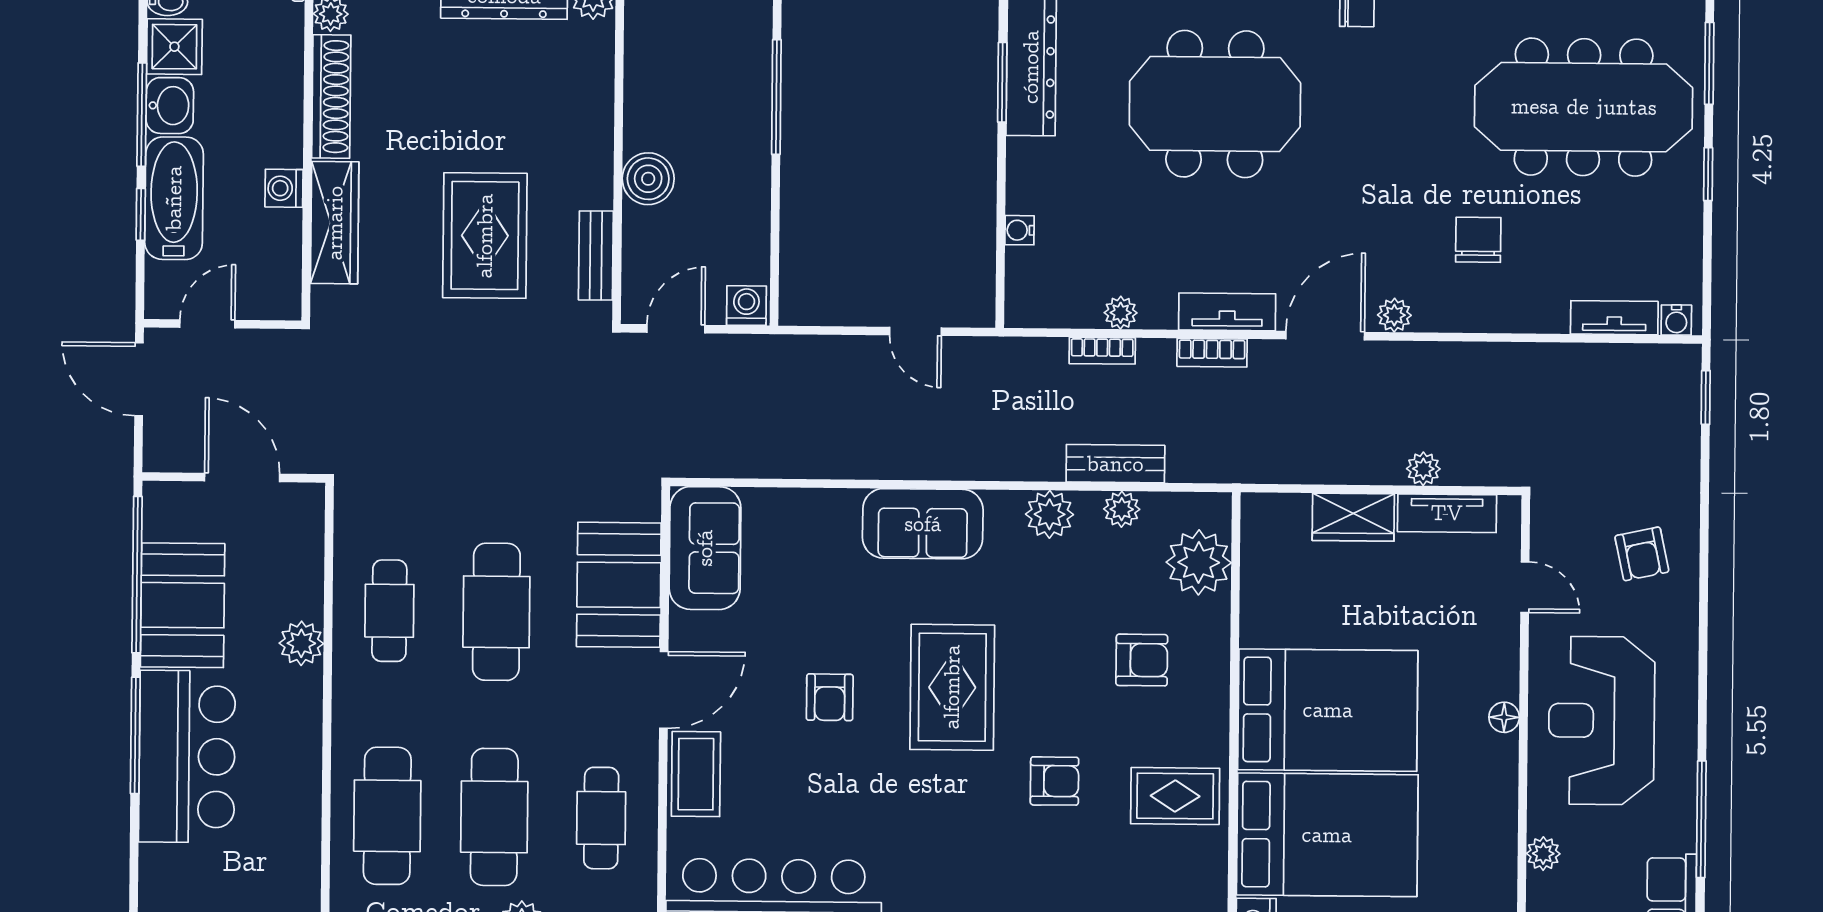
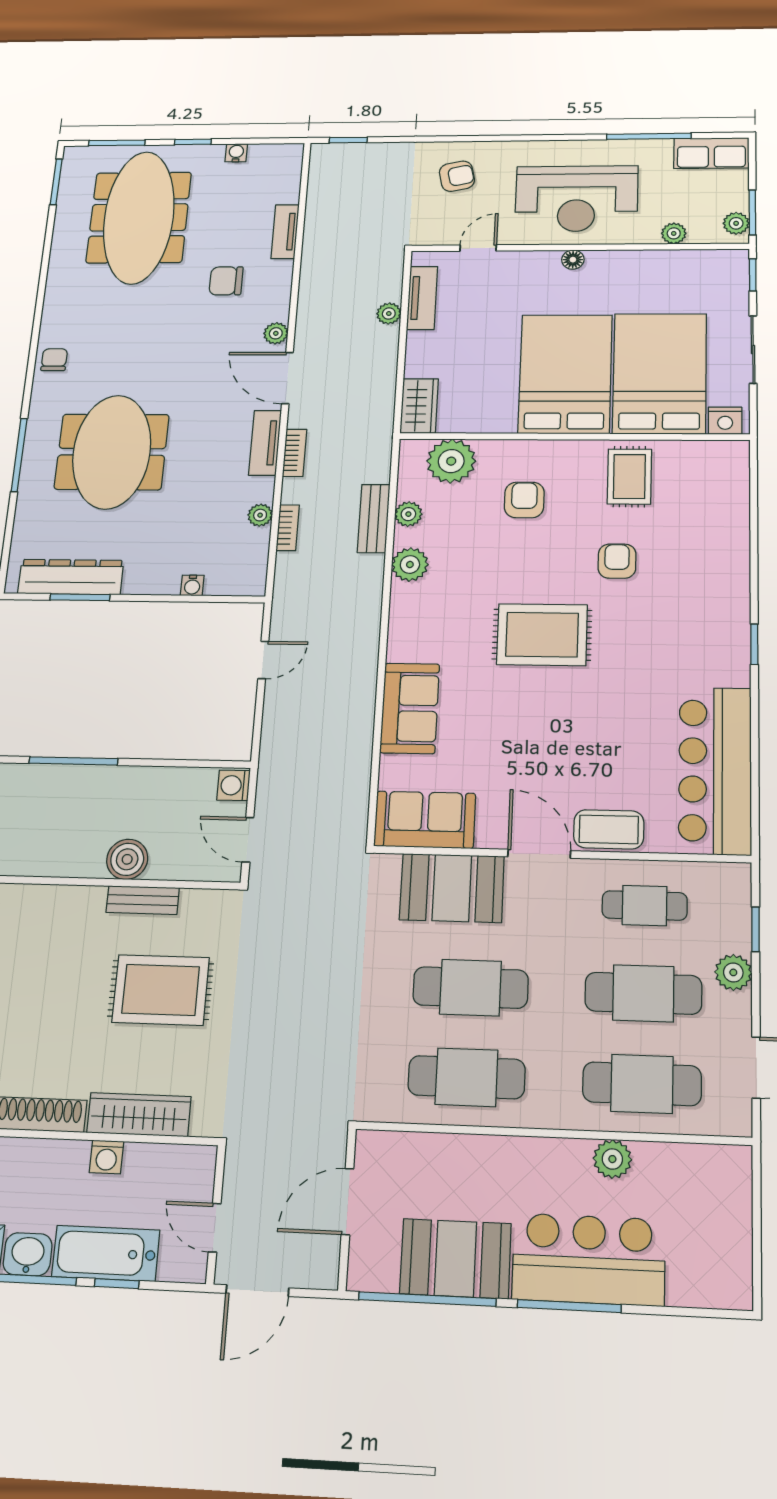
bench: (596, 256) -> (143, 900), moved
tv unit: (1614, 318) -> (285, 232), moved
water cooler: (1676, 320) -> (236, 153), moved, turned -90
wardrobe: (1353, 517) -> (419, 406), moved
sofa: (923, 524) -> (410, 708), moved
cafe table: (389, 611) -> (467, 1077), width x1.37, depth x1.35
plant: (301, 643) -> (612, 1159), moved
armchair: (830, 697) -> (548, 726), removed

